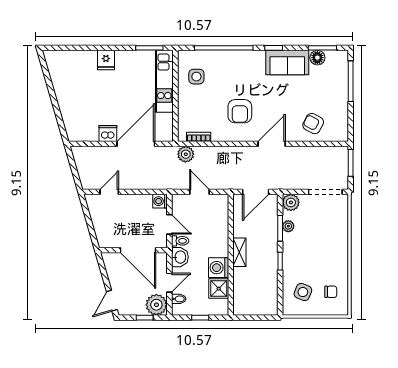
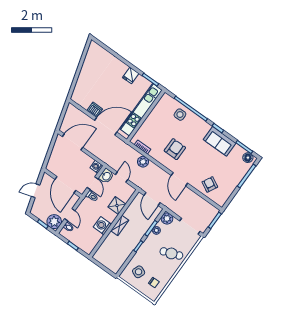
floor lamp: (317, 58) -> (248, 158), moved
fridge: (106, 60) -> (131, 75), moved
side table: (196, 77) -> (180, 115), moved
kitchen unit: (164, 81) -> (141, 110), width x1.36
armchair: (240, 111) -> (175, 149), turned 180
door: (272, 144) -> (179, 179), swing flipped
plant: (186, 154) -> (143, 162), moved
door: (109, 192) -> (73, 142), width x1.87
door: (256, 192) -> (152, 199), hinge flipped
cafe table: (327, 241) -> (171, 253), added
washbasin: (180, 257) -> (106, 176), moved
door: (169, 283) -> (70, 215), hinge flipped
shower: (219, 289) -> (117, 206), moved
door: (112, 301) -> (36, 191), moved

